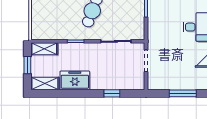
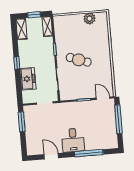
freezer: (75, 80) -> (28, 79), moved
window: (112, 93) -> (17, 63), moved
window: (183, 93) -> (22, 122), moved

